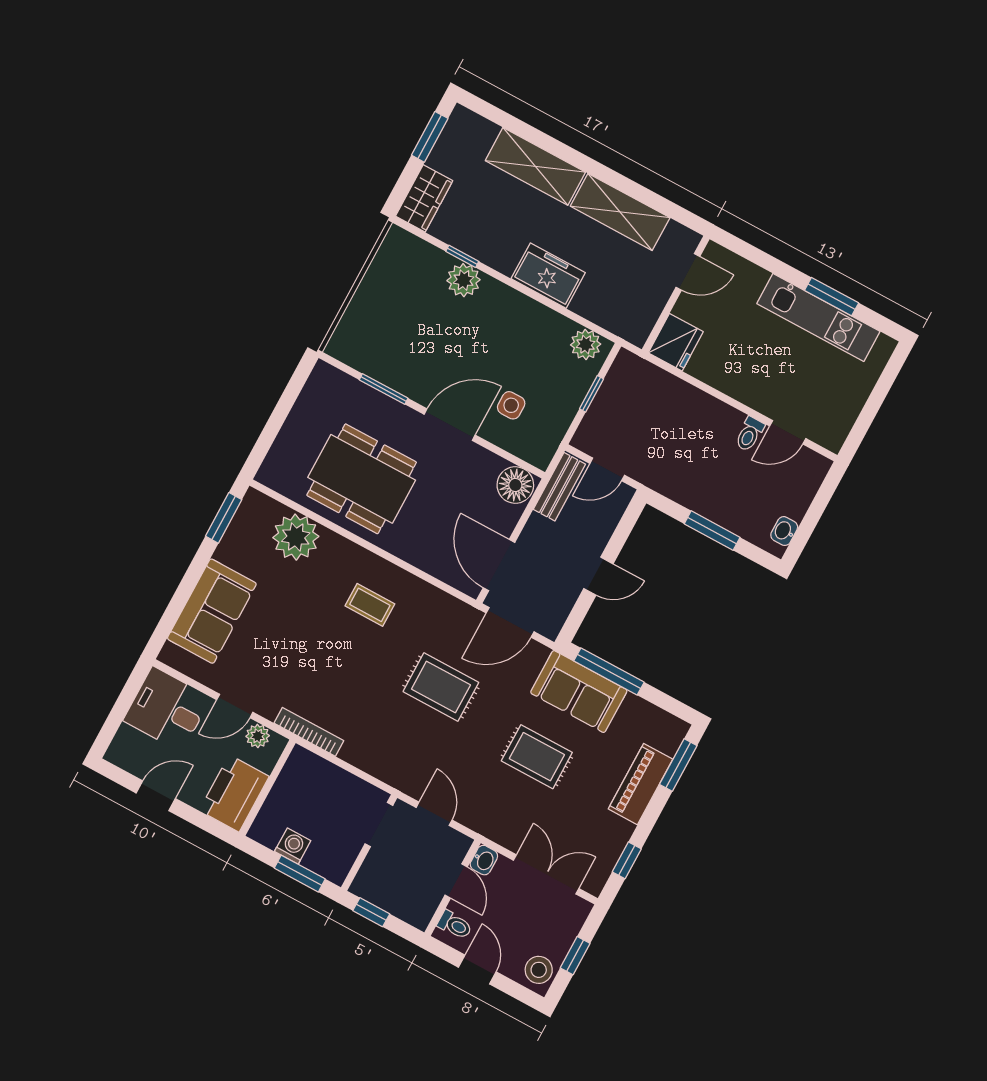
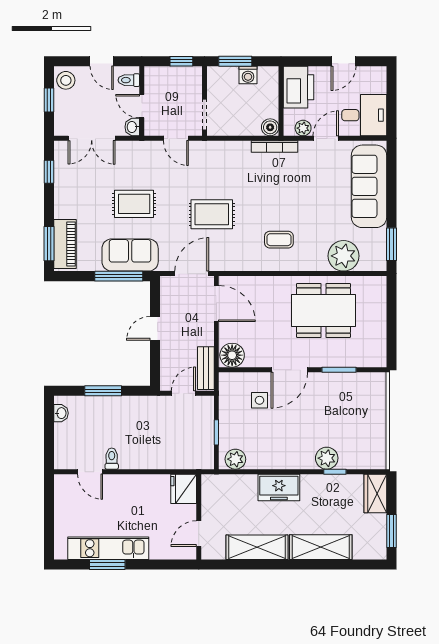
door: (788, 432) -> (90, 472), swing flipped
sofa: (212, 611) -> (369, 186), width x1.36
boiler: (301, 761) -> (270, 127), added
piano: (641, 784) -> (65, 244), moved

